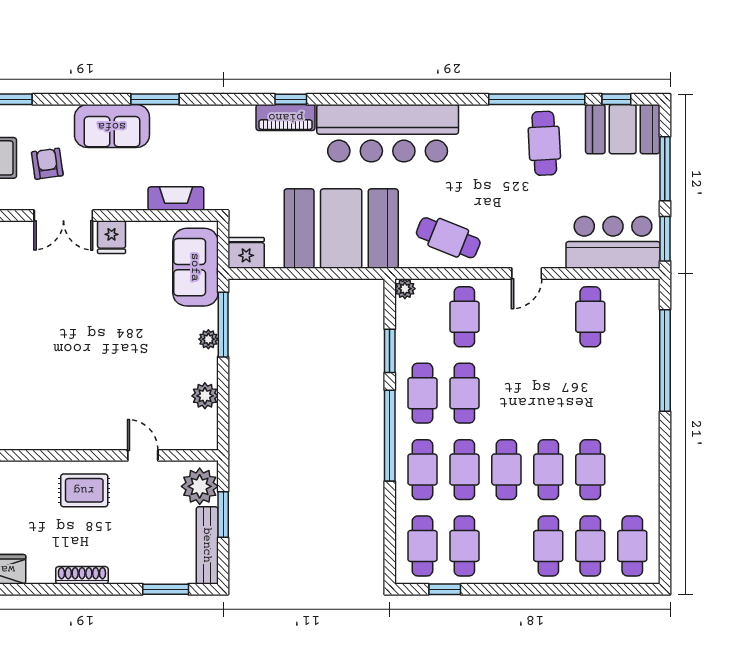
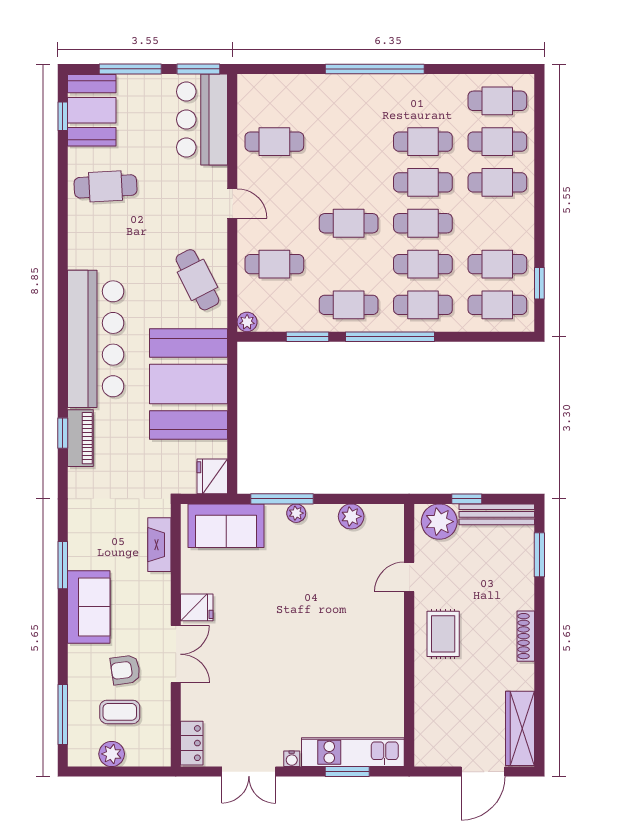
window: (537, 99) -> (63, 194), removed
cafe table: (448, 238) -> (197, 280), turned -49
window: (665, 360) -> (375, 69), moved
cafe table: (464, 393) -> (349, 223), moved
window: (223, 515) -> (467, 499), width x0.67

